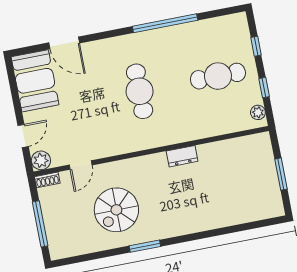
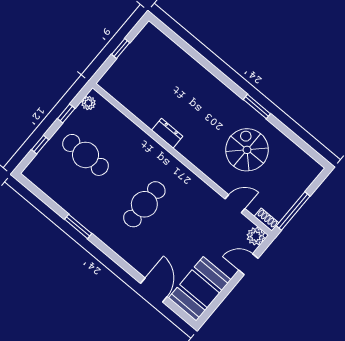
window: (165, 23) -> (78, 226), width x0.47
window: (281, 174) -> (121, 49), width x0.67
spiral stairs: (116, 210) -> (247, 150), turned -90
window: (40, 224) -> (293, 211), moved

